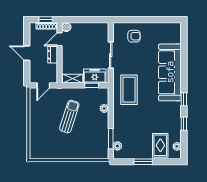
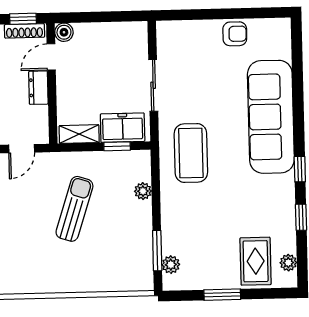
armchair: (134, 36) -> (235, 34), moved

